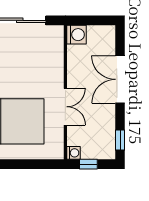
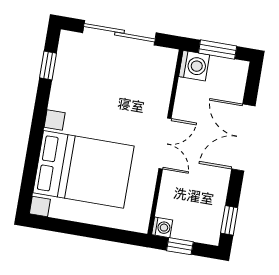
window: (91, 20) -> (218, 49), added
double door: (65, 107) -> (165, 144), moved

